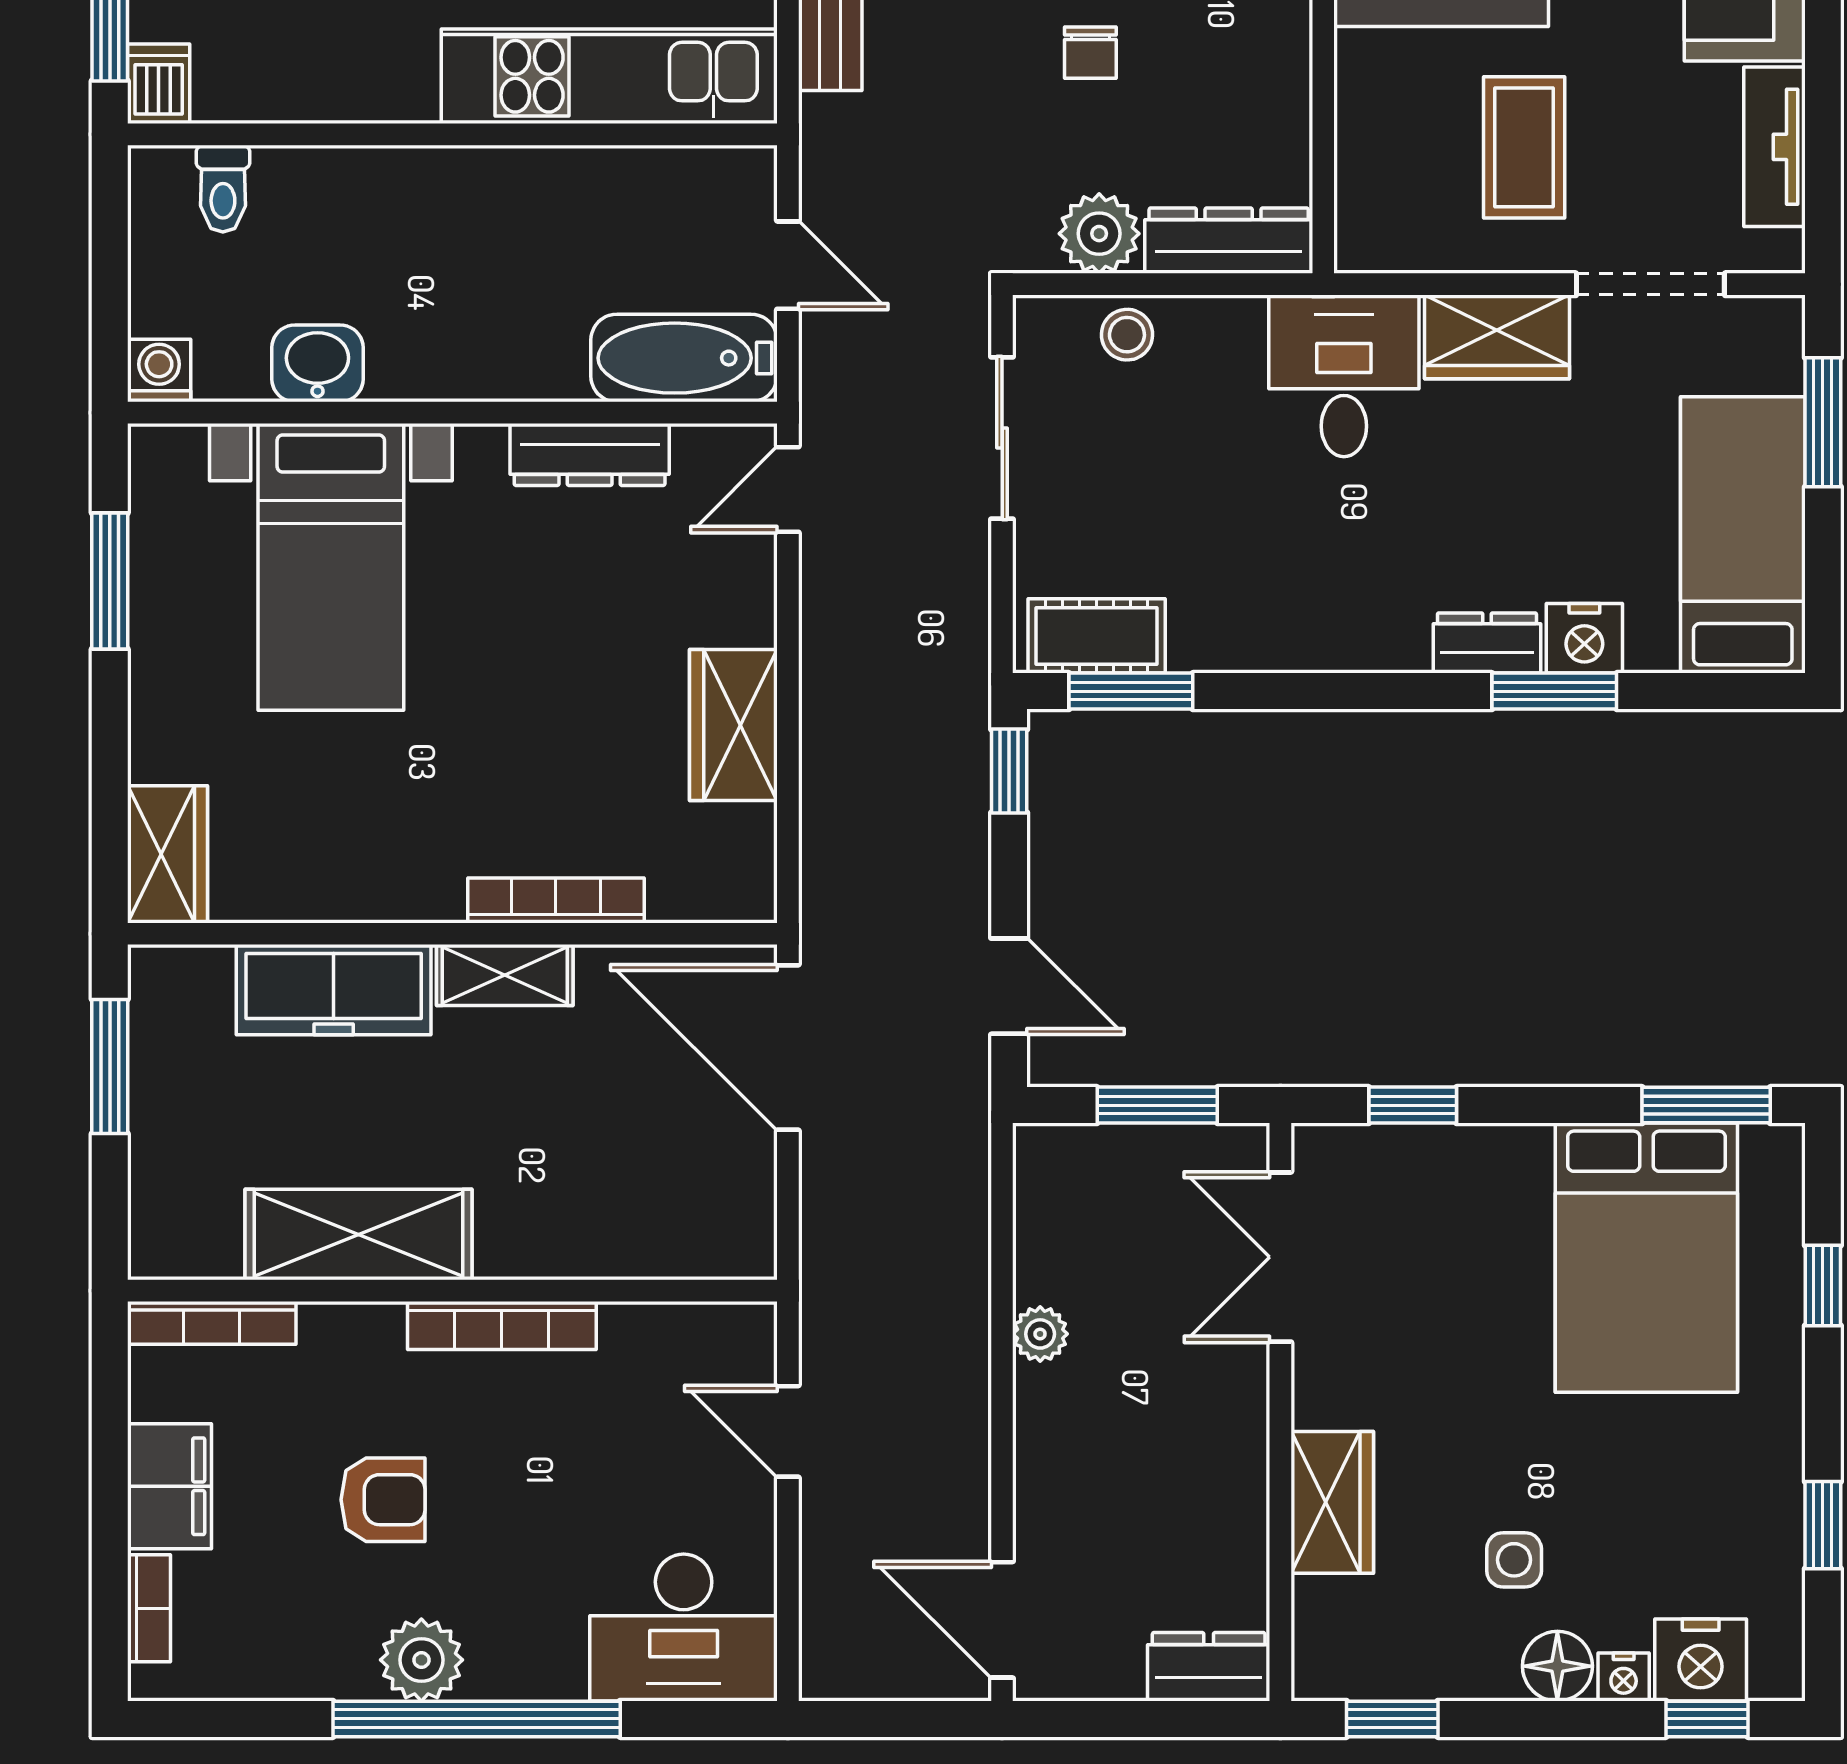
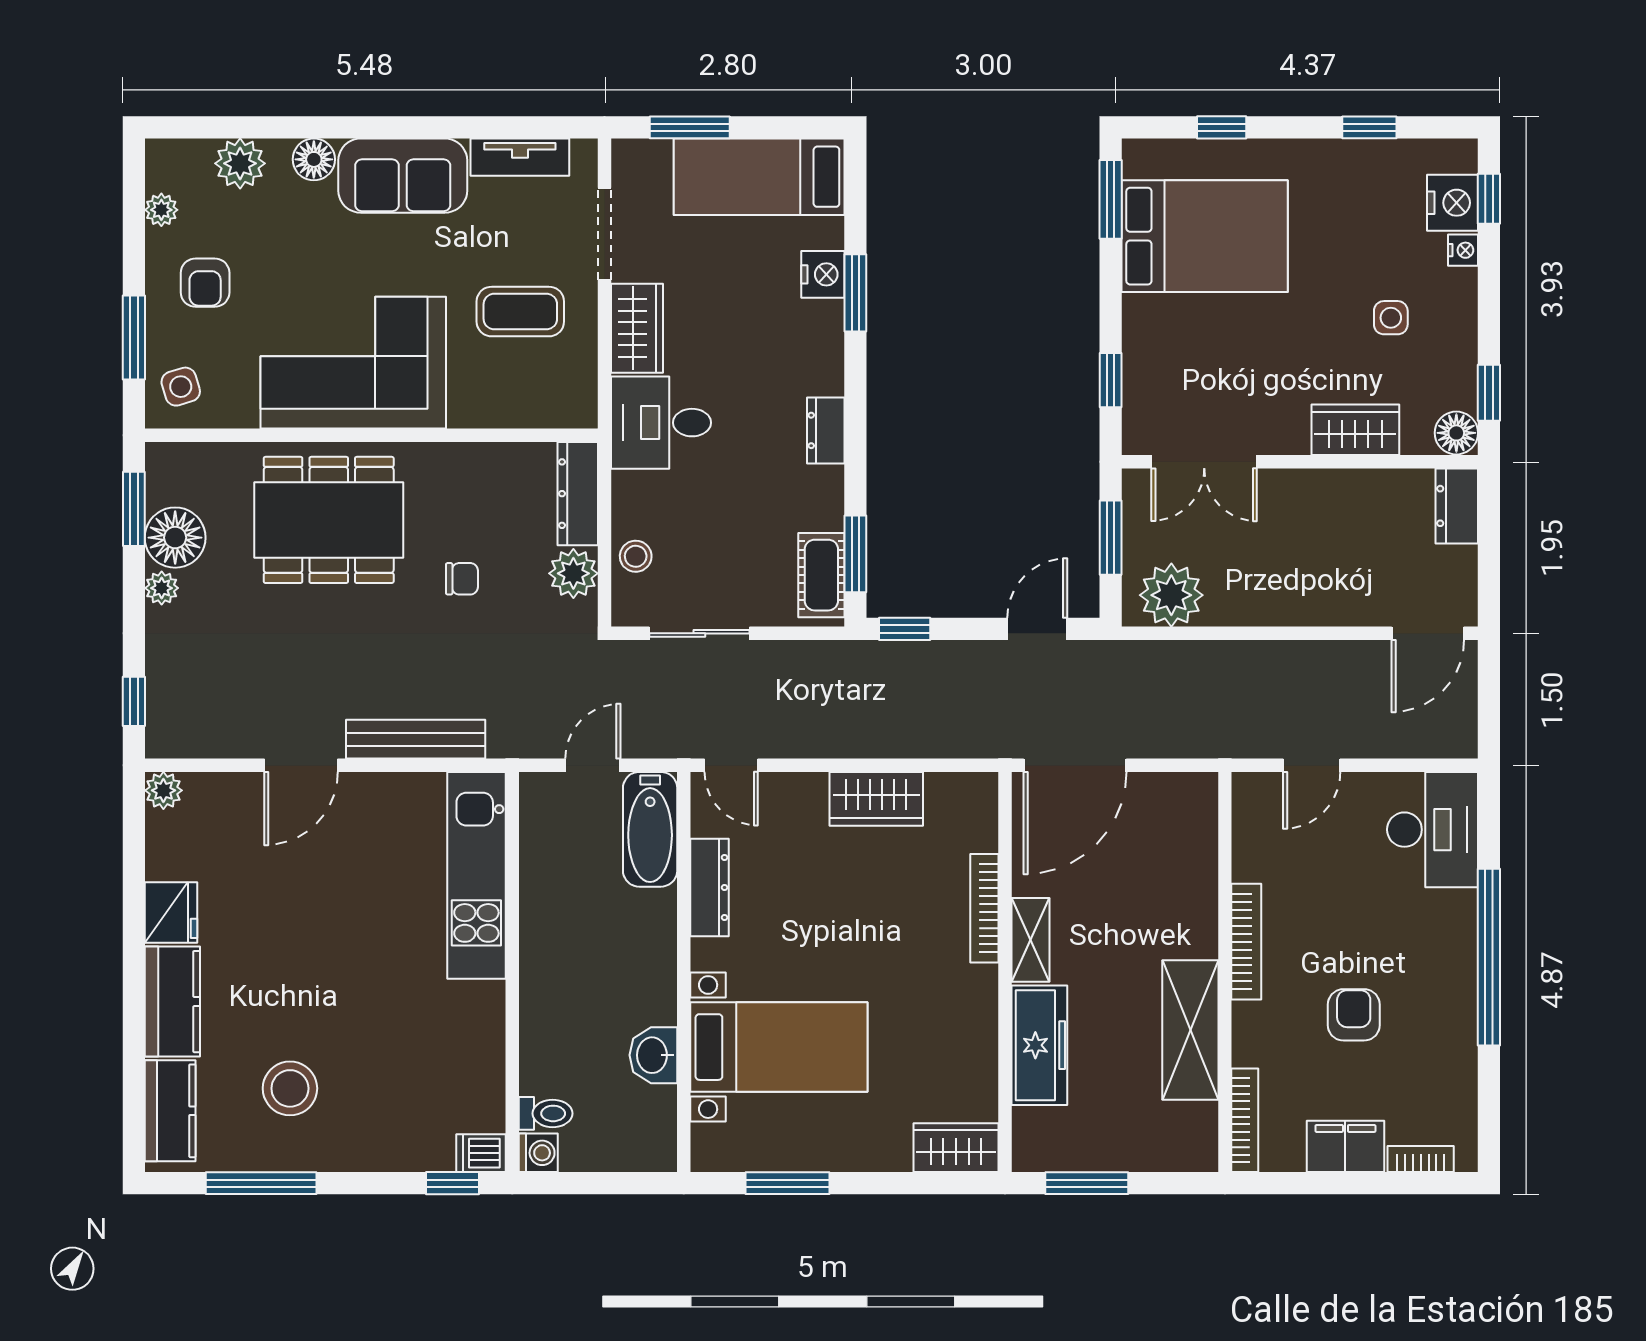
washing machine: (159, 371) -> (538, 1153), moved, turned 180
dresser: (1487, 643) -> (826, 430), moved
plant: (1040, 1334) -> (1171, 595), moved, width x1.87, depth x1.87
plant: (421, 1660) -> (1453, 991), removed
floor lamp: (1557, 1666) -> (1456, 433), moved

